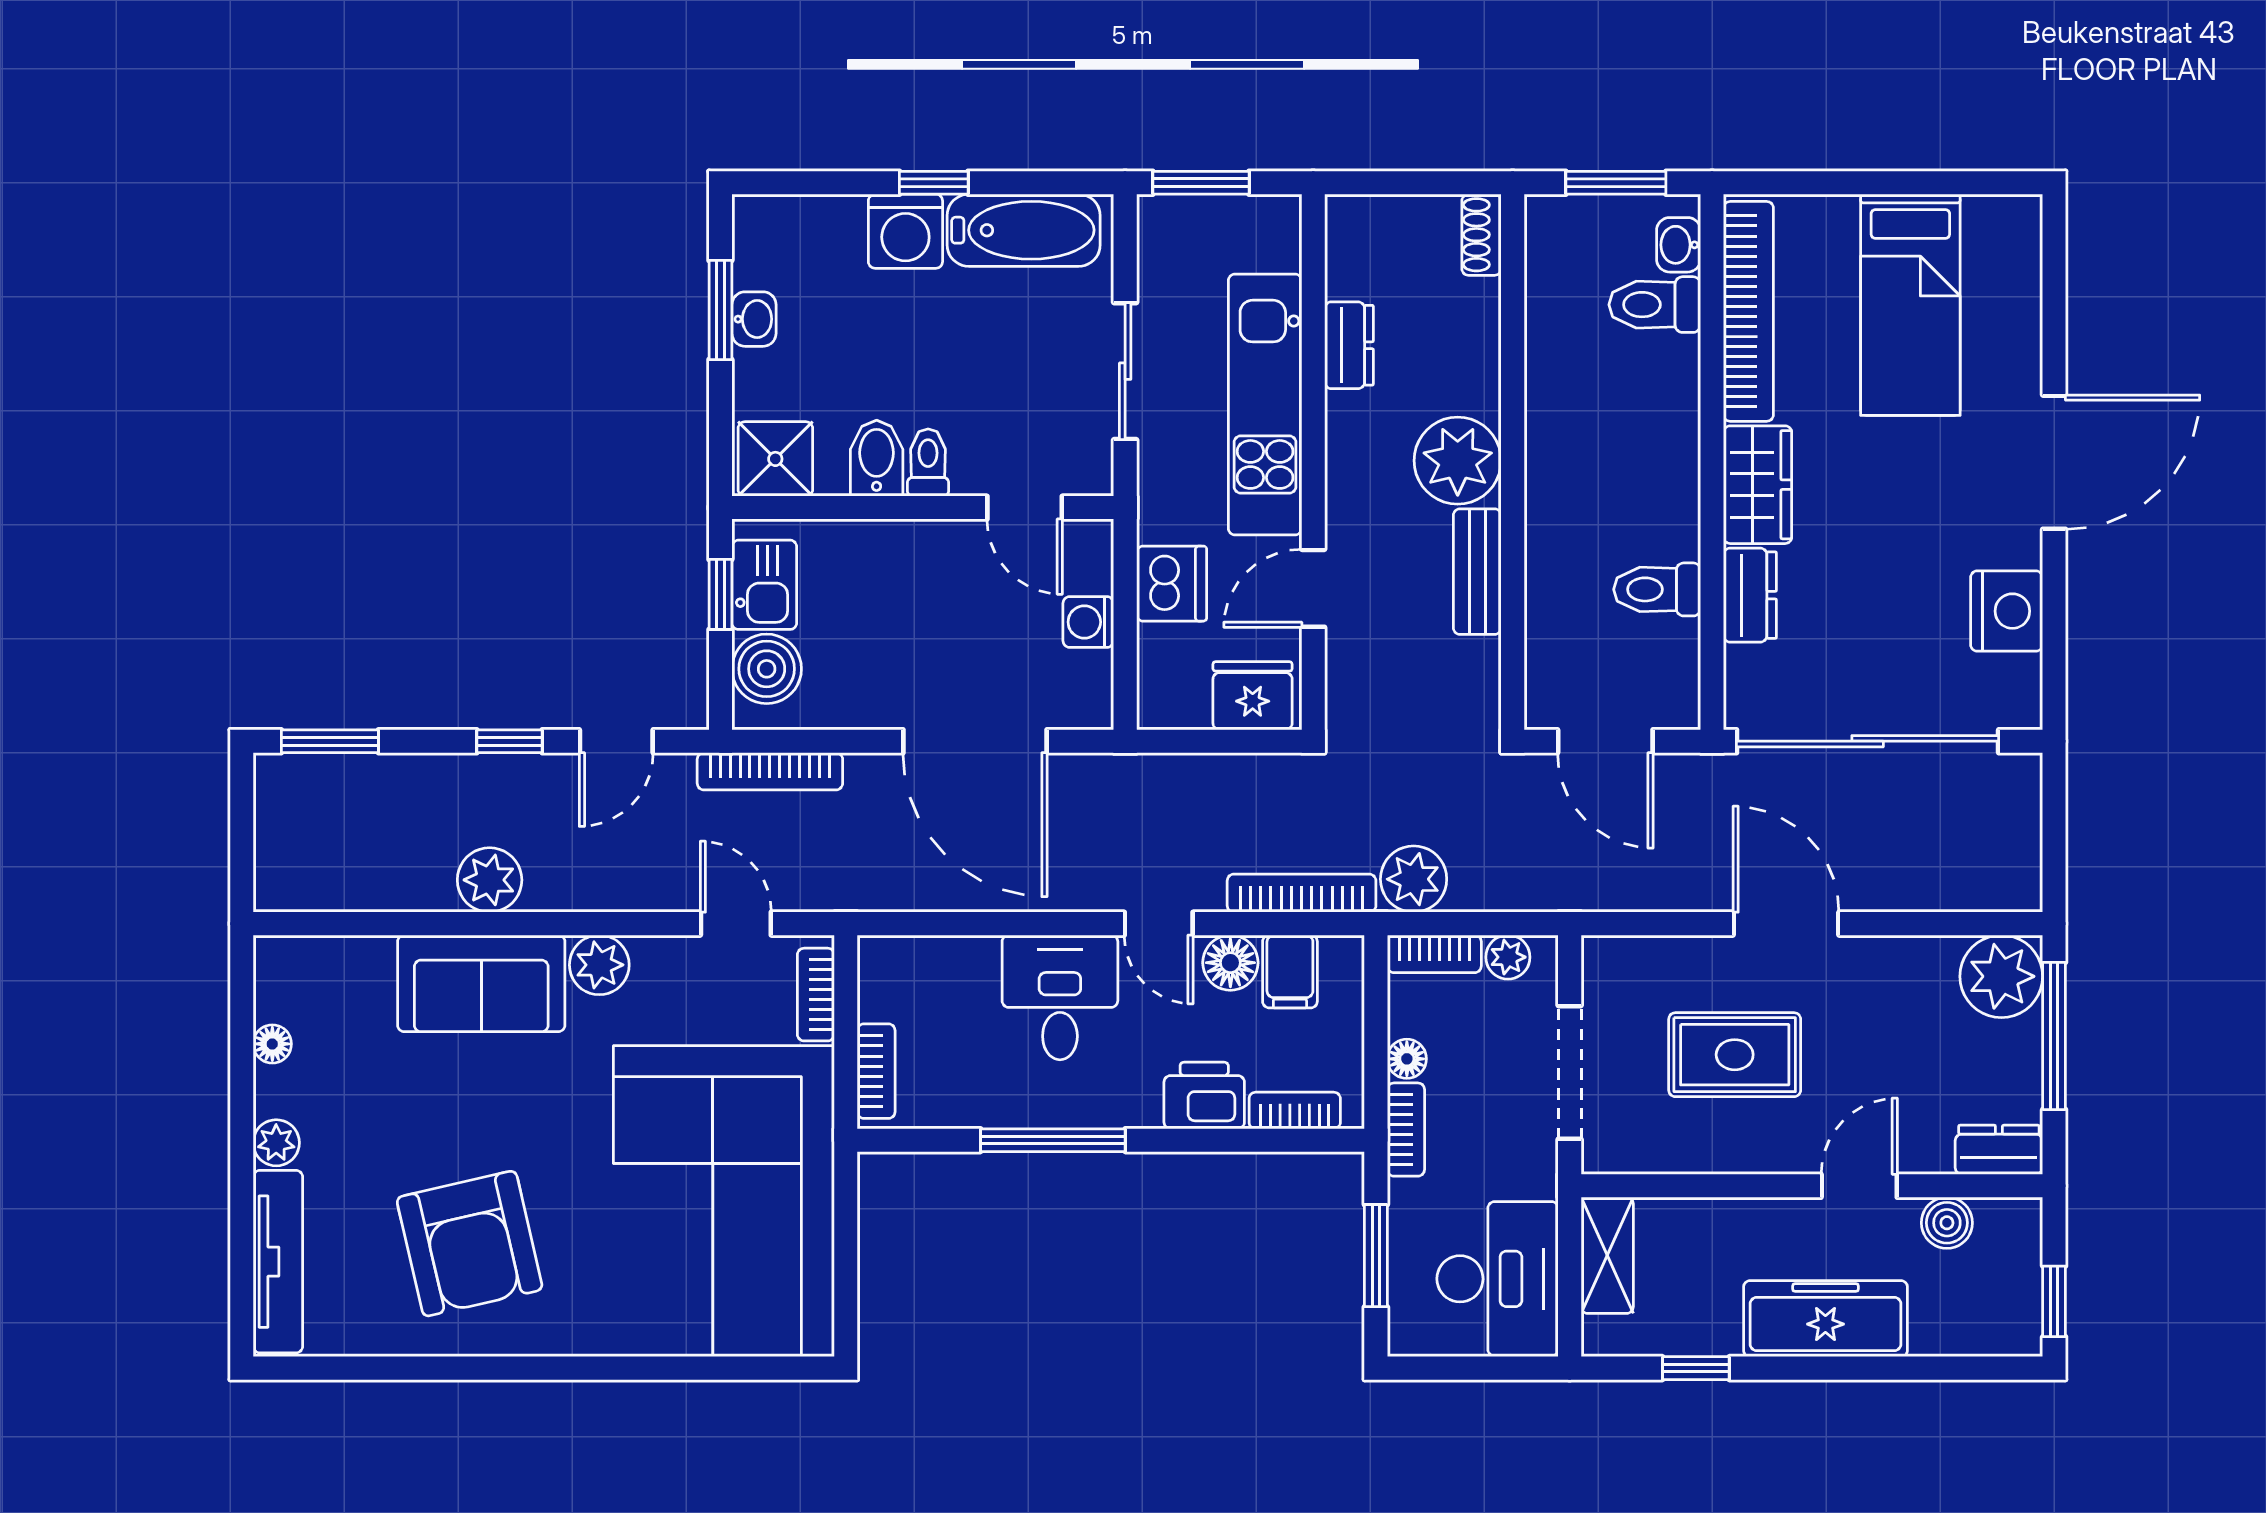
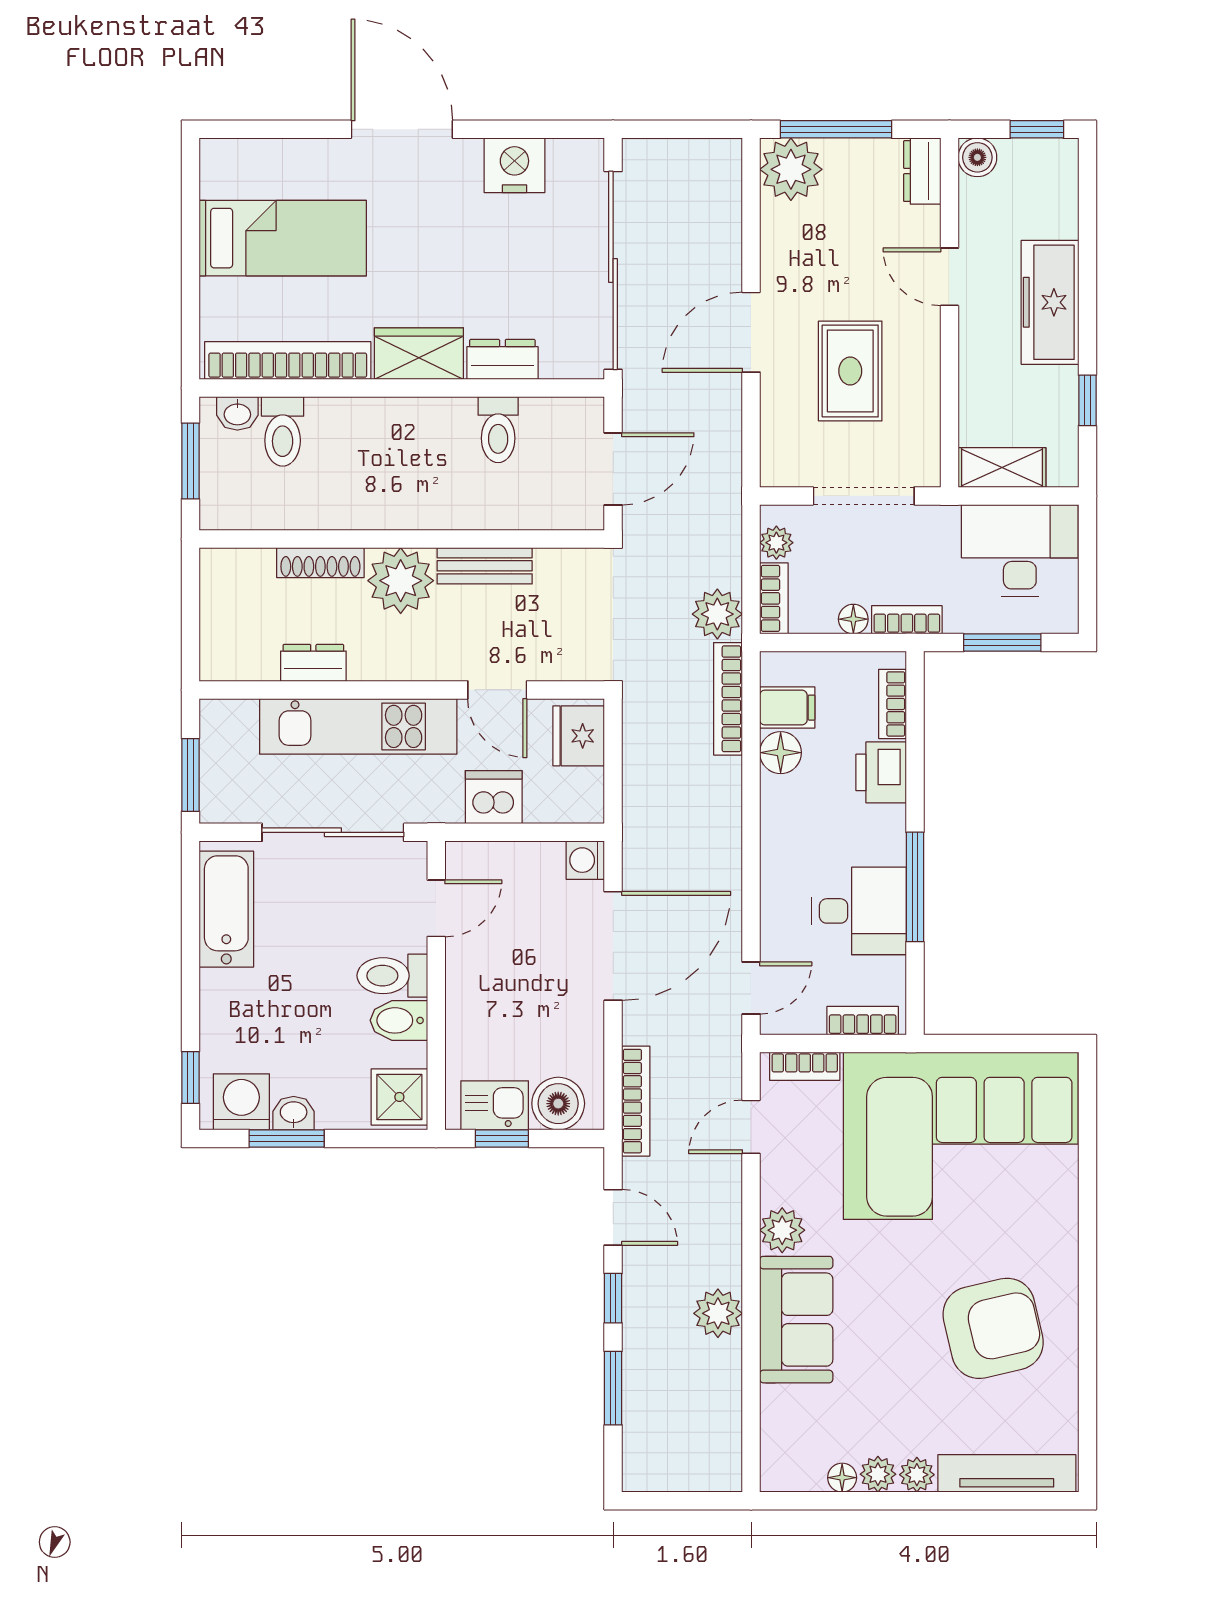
window: (934, 183) -> (190, 1077), moved
washing machine: (905, 231) -> (241, 1102), moved, turned -90
shoe rack: (1482, 235) -> (320, 563), moved, width x1.43
sliding door: (1125, 371) -> (333, 832), width x1.37
toilet: (928, 463) -> (392, 976), width x1.37, depth x1.39
washing machine: (1088, 622) -> (585, 860), moved, turned 90
window: (330, 741) -> (613, 1388), moved
door: (1159, 924) -> (751, 988), moved
desk: (1060, 997) -> (859, 911), moved, turned 180
plant: (277, 1091) -> (878, 1474), added
boiler: (1947, 1223) -> (977, 157), moved

